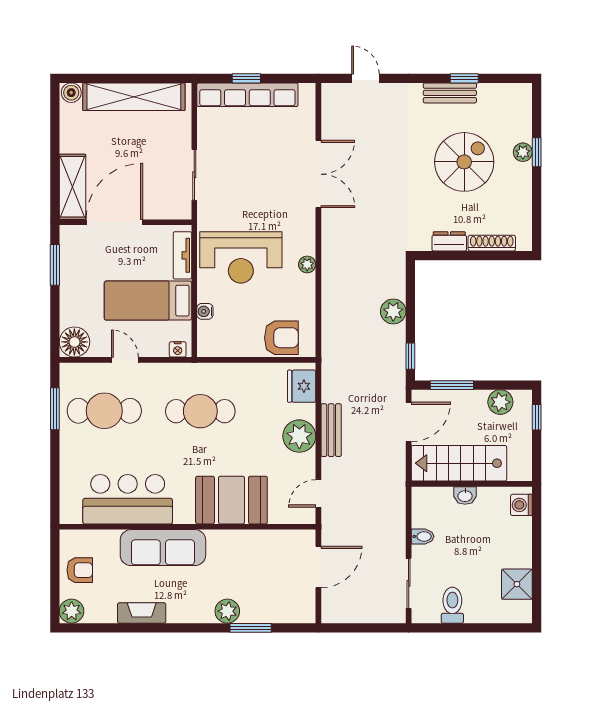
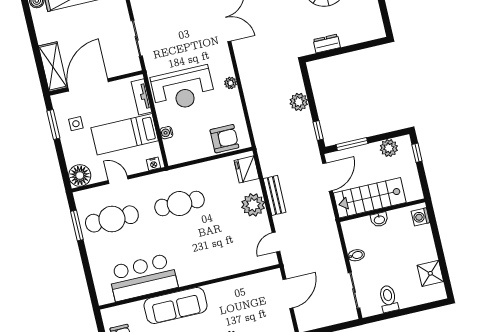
shoe rack: (492, 243) -> (357, 38), removed
side table: (86, 271) -> (76, 124), added
booth: (231, 500) -> (216, 261), removed

